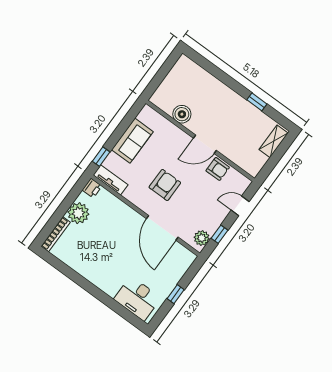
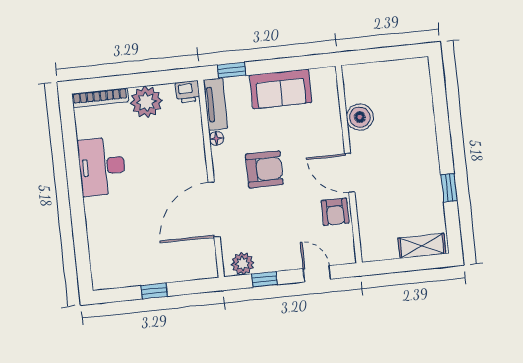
floor lamp: (128, 195) -> (216, 138), added
desk: (137, 298) -> (102, 166), moved

